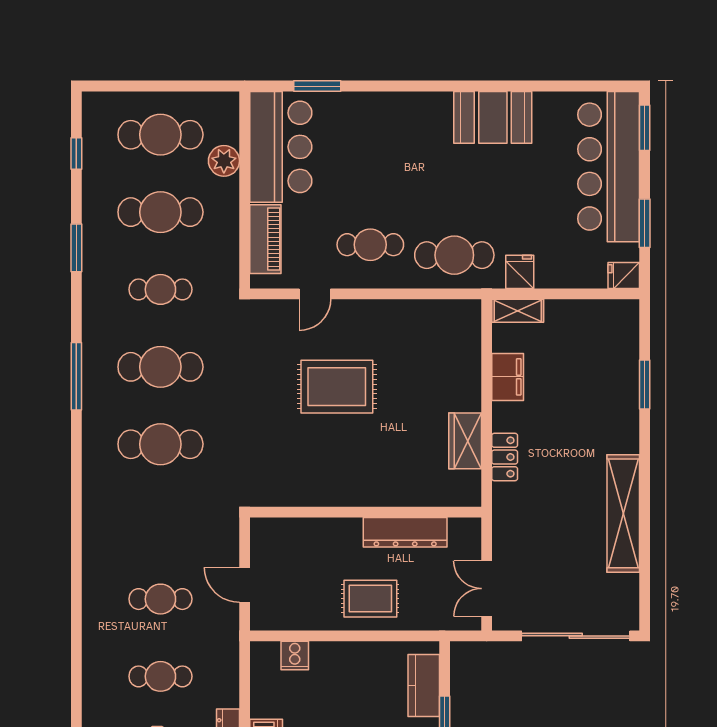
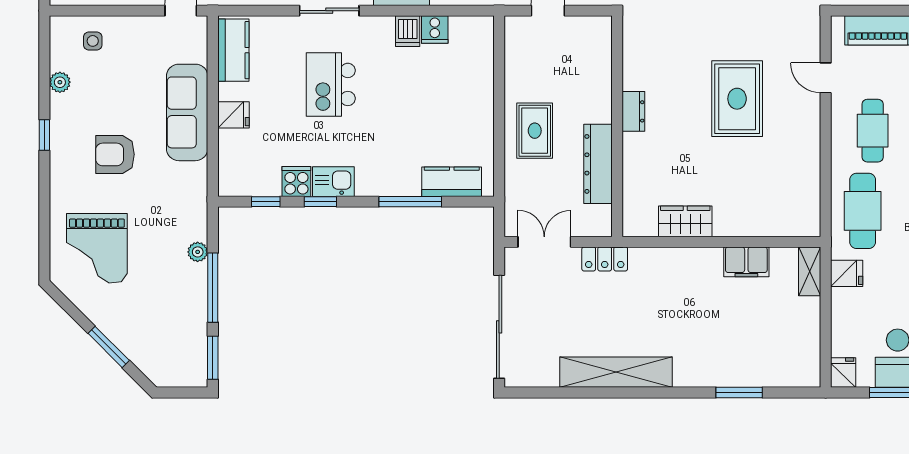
locker: (505, 457) -> (605, 259), moved
dresser: (350, 495) -> (633, 111), added
cooker: (295, 656) -> (435, 29), moved, turned -90

